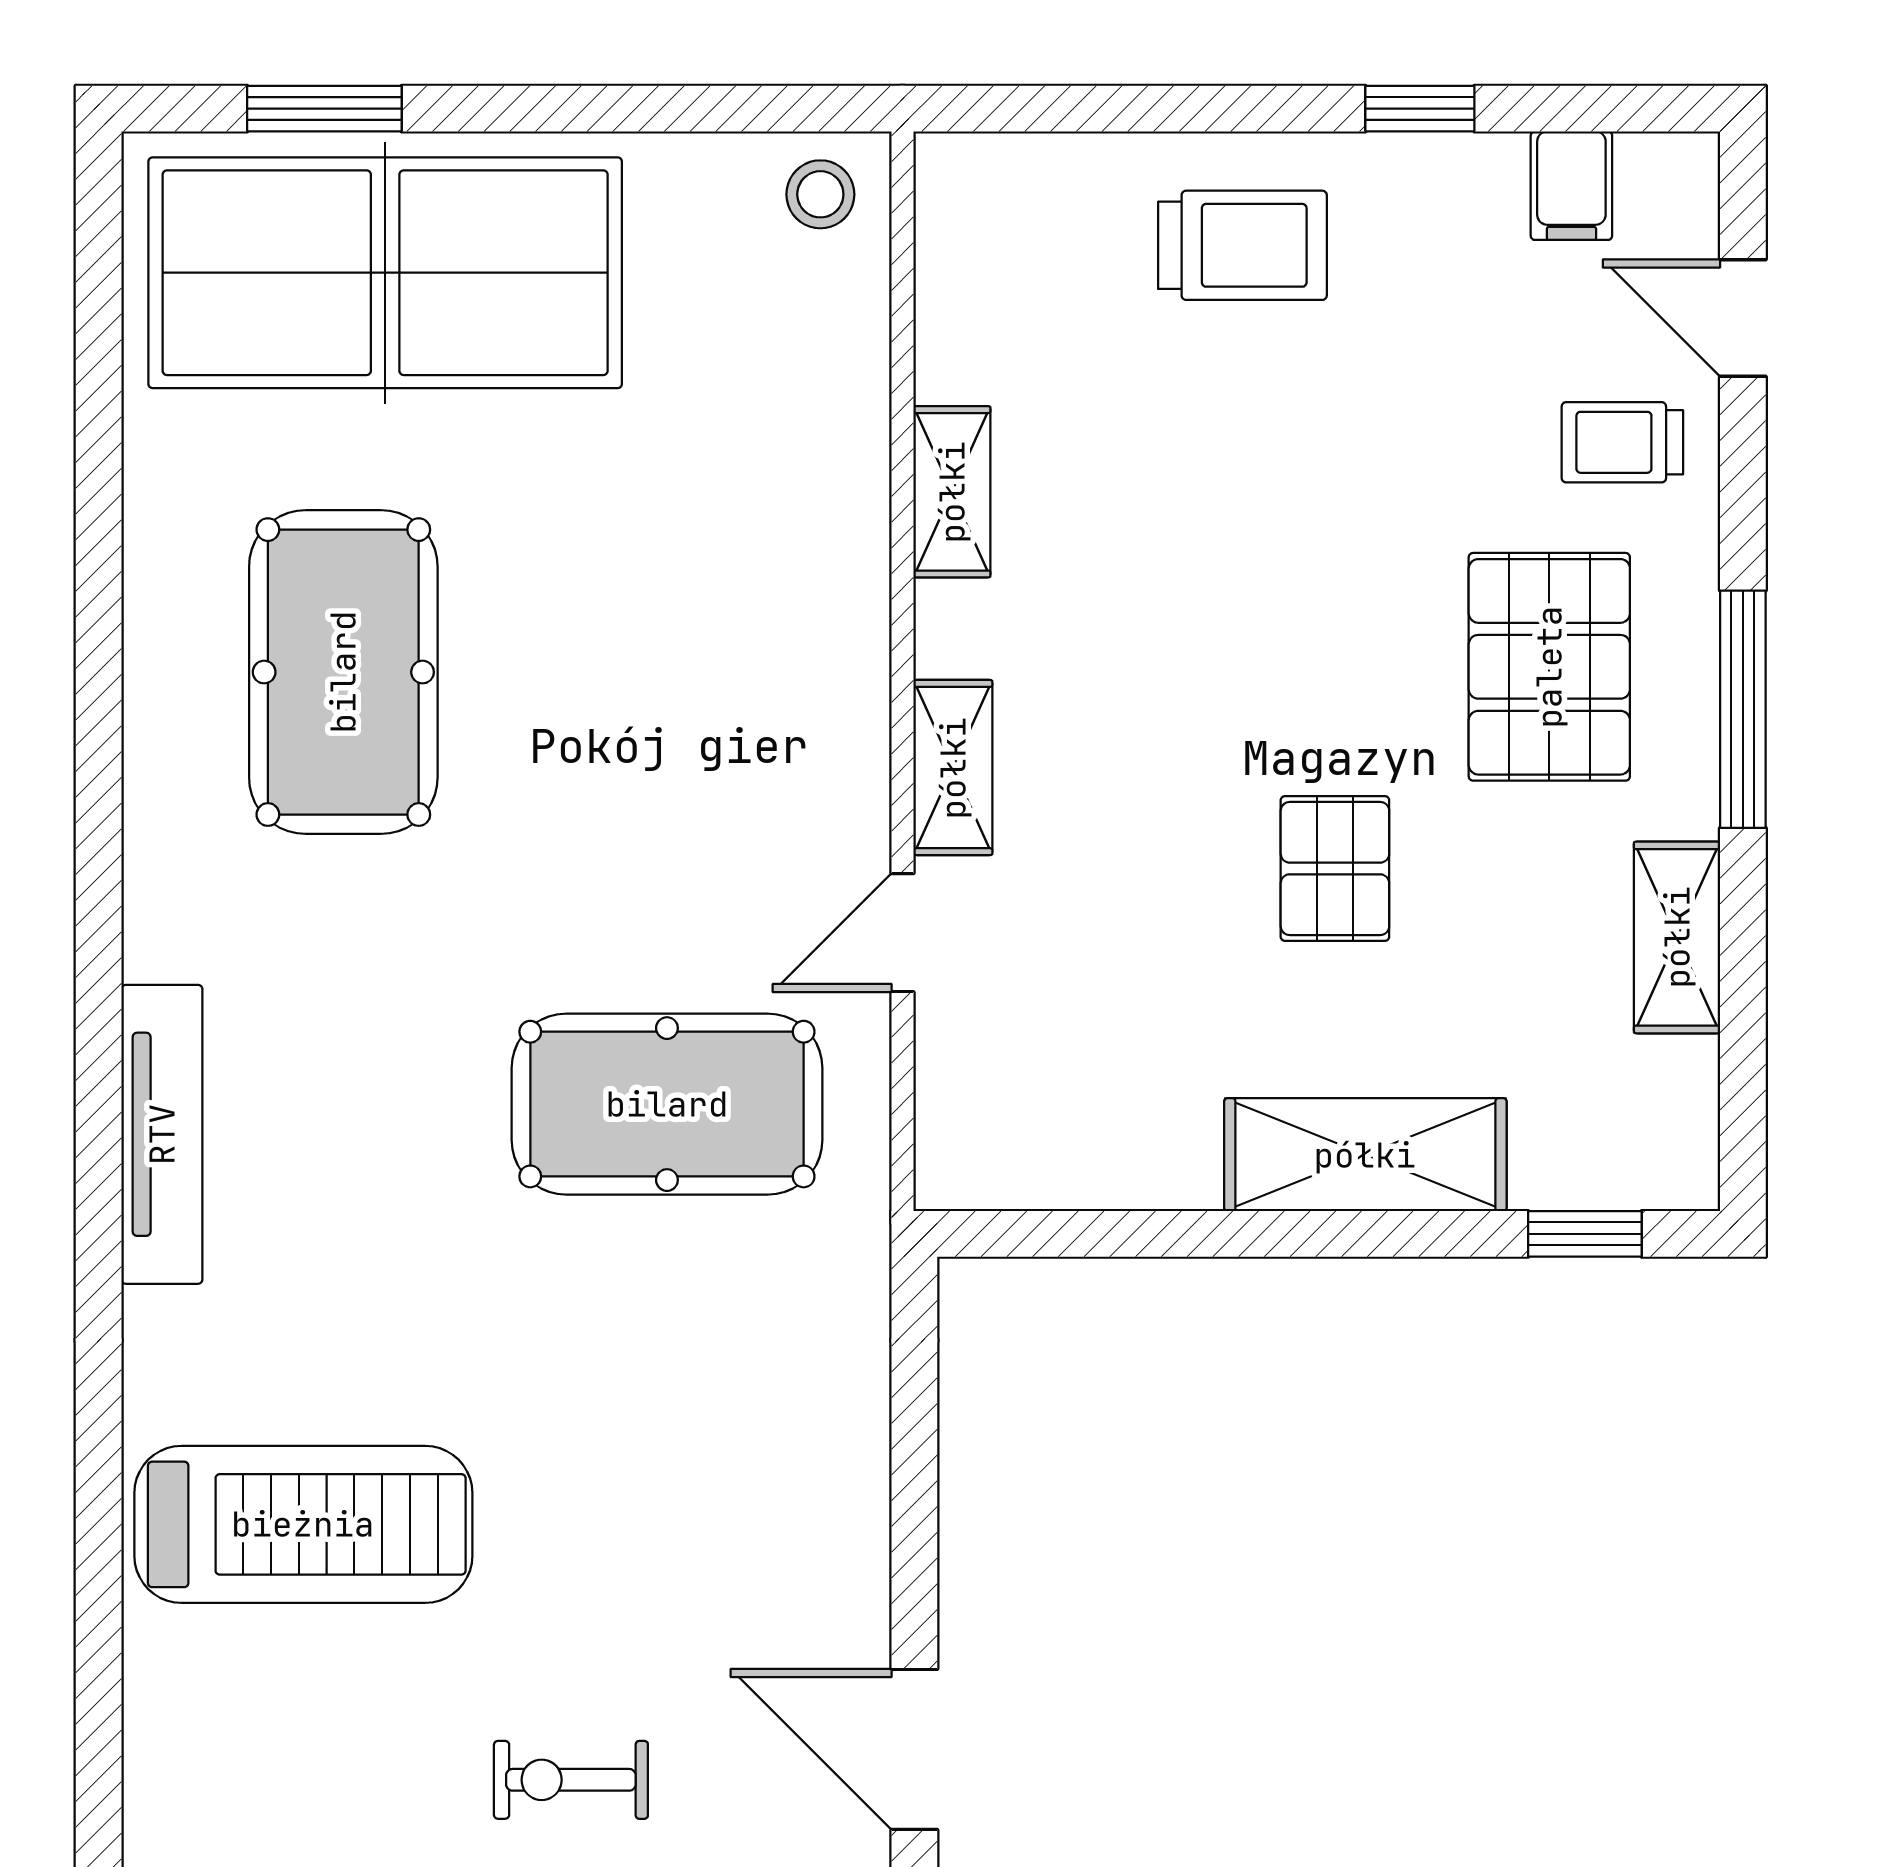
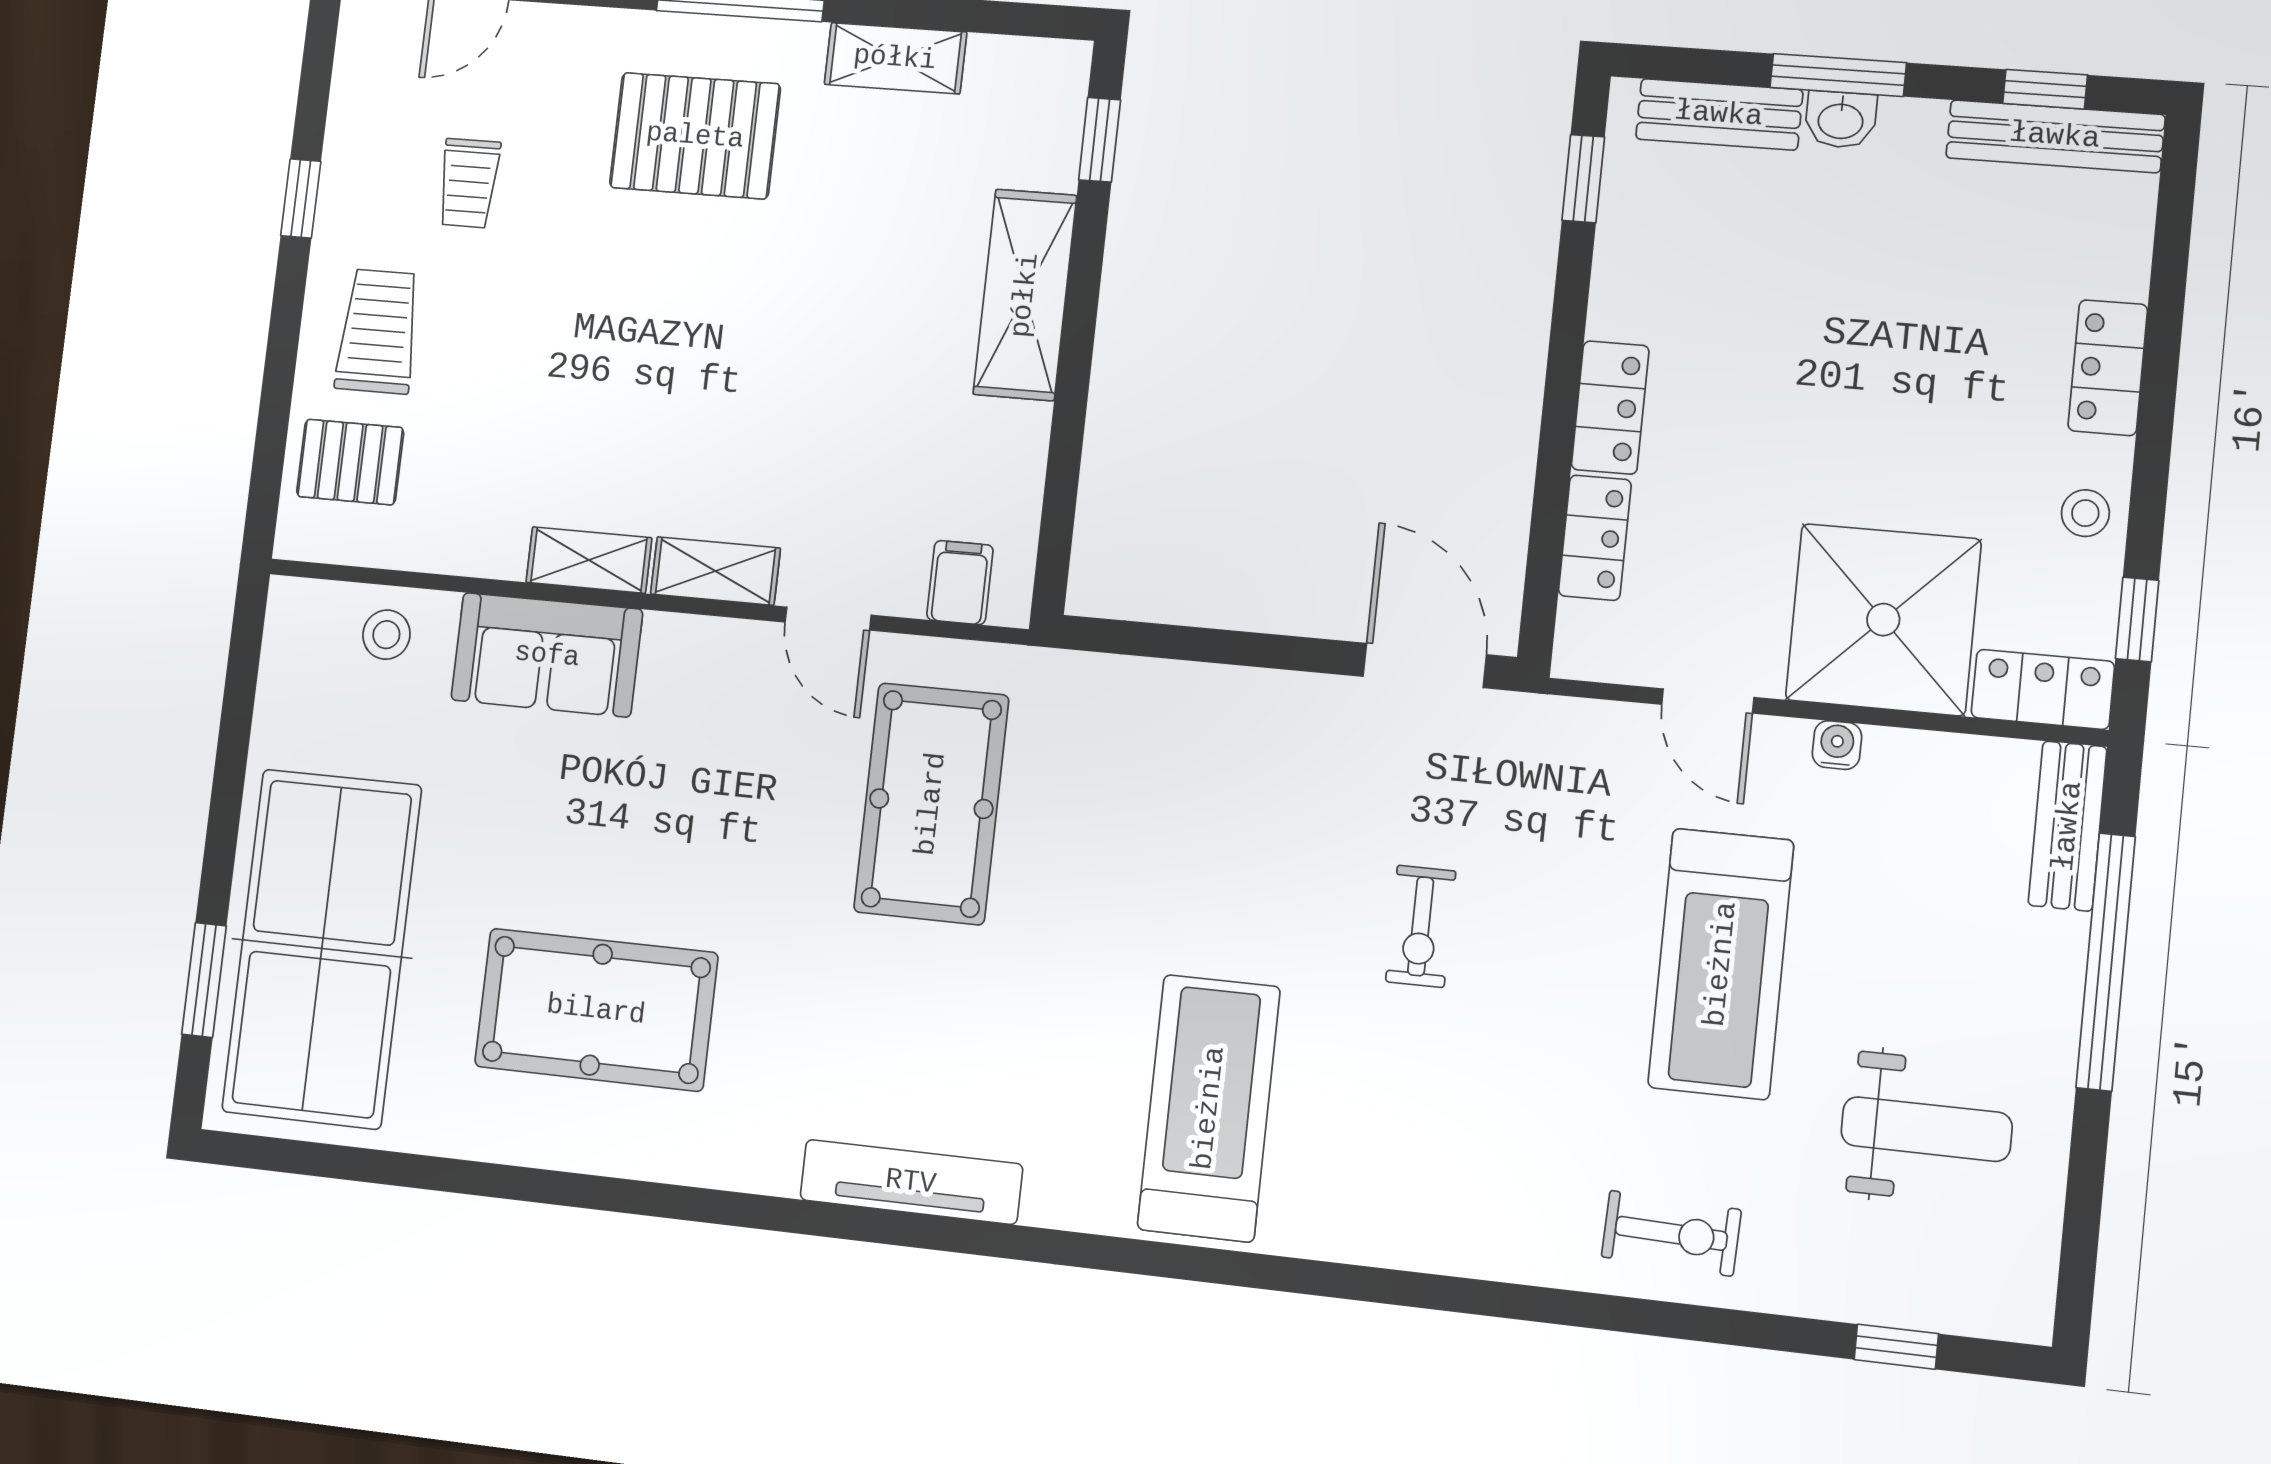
filing cabinet: (1571, 186) -> (960, 583), moved, turned -90
stool: (820, 194) -> (386, 635), moved
trolley: (1622, 442) -> (469, 183), moved
shelving: (952, 492) -> (589, 560), moved
sofa: (817, 543) -> (547, 655), added
pallet: (1335, 868) -> (350, 462), moved
door: (914, 1749) -> (1425, 666), swing flipped

